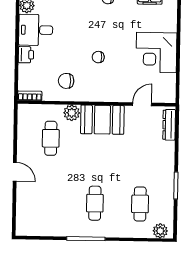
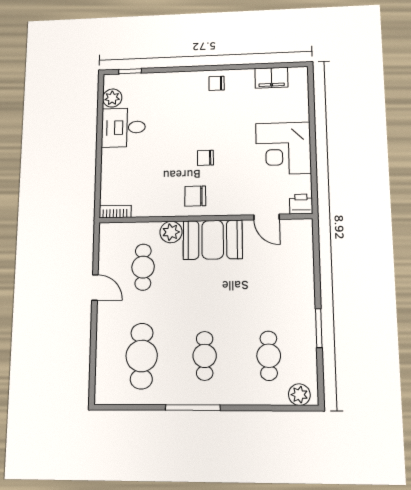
printer: (26, 55) -> (301, 204), moved, turned -90
chair: (66, 81) -> (195, 196), moved
door: (142, 104) -> (267, 217), swing flipped
dresser: (169, 125) -> (305, 243), removed
door: (15, 172) -> (95, 287), moved
cafe table: (50, 202) -> (142, 356), added

